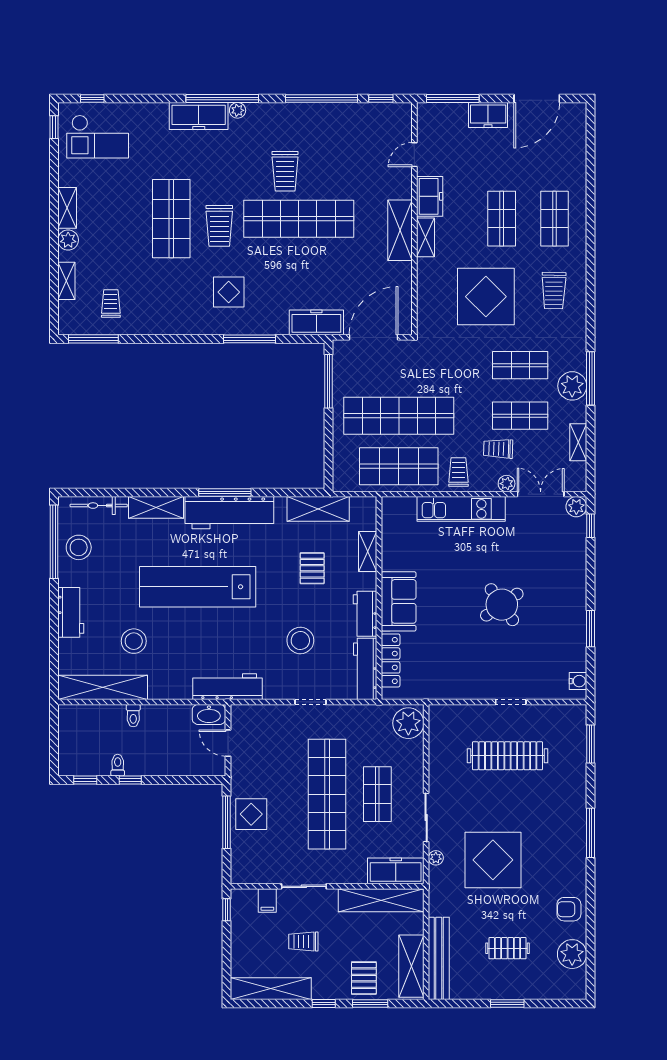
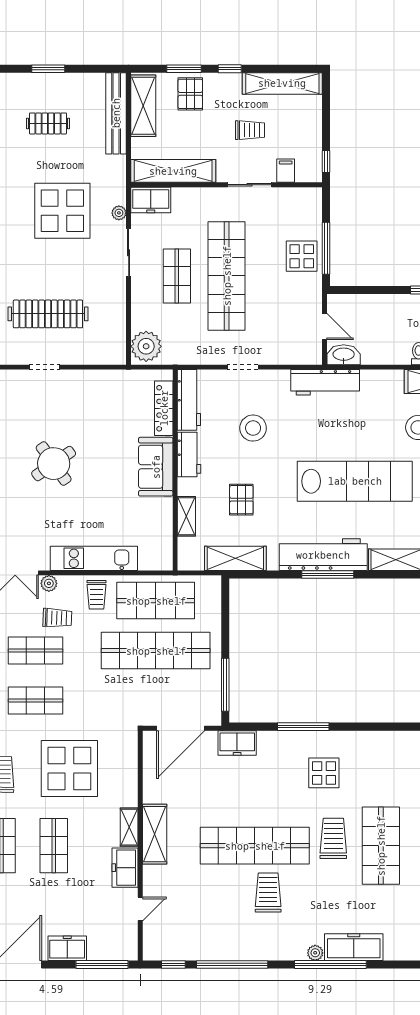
freezer: (316, 322) -> (237, 743), width x0.71
freezer: (396, 871) -> (151, 200), width x0.71

